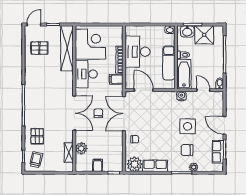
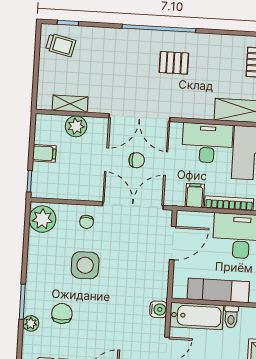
side table: (188, 126) -> (85, 265), moved
pallet: (37, 136) -> (174, 63), moved
row of seats: (155, 166) -> (37, 255), removed

